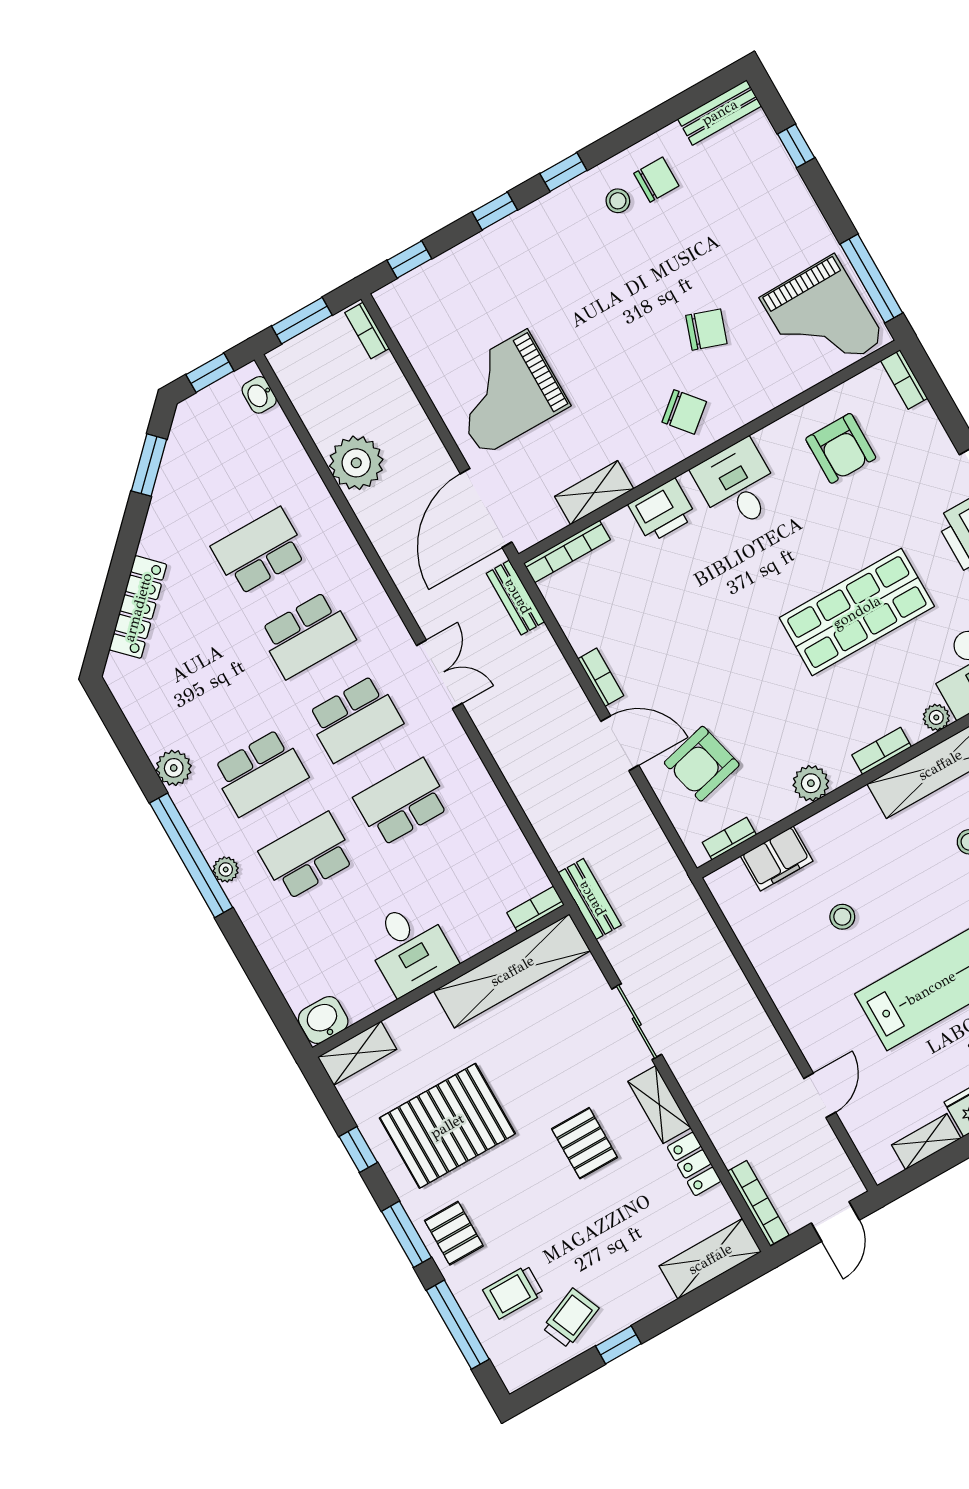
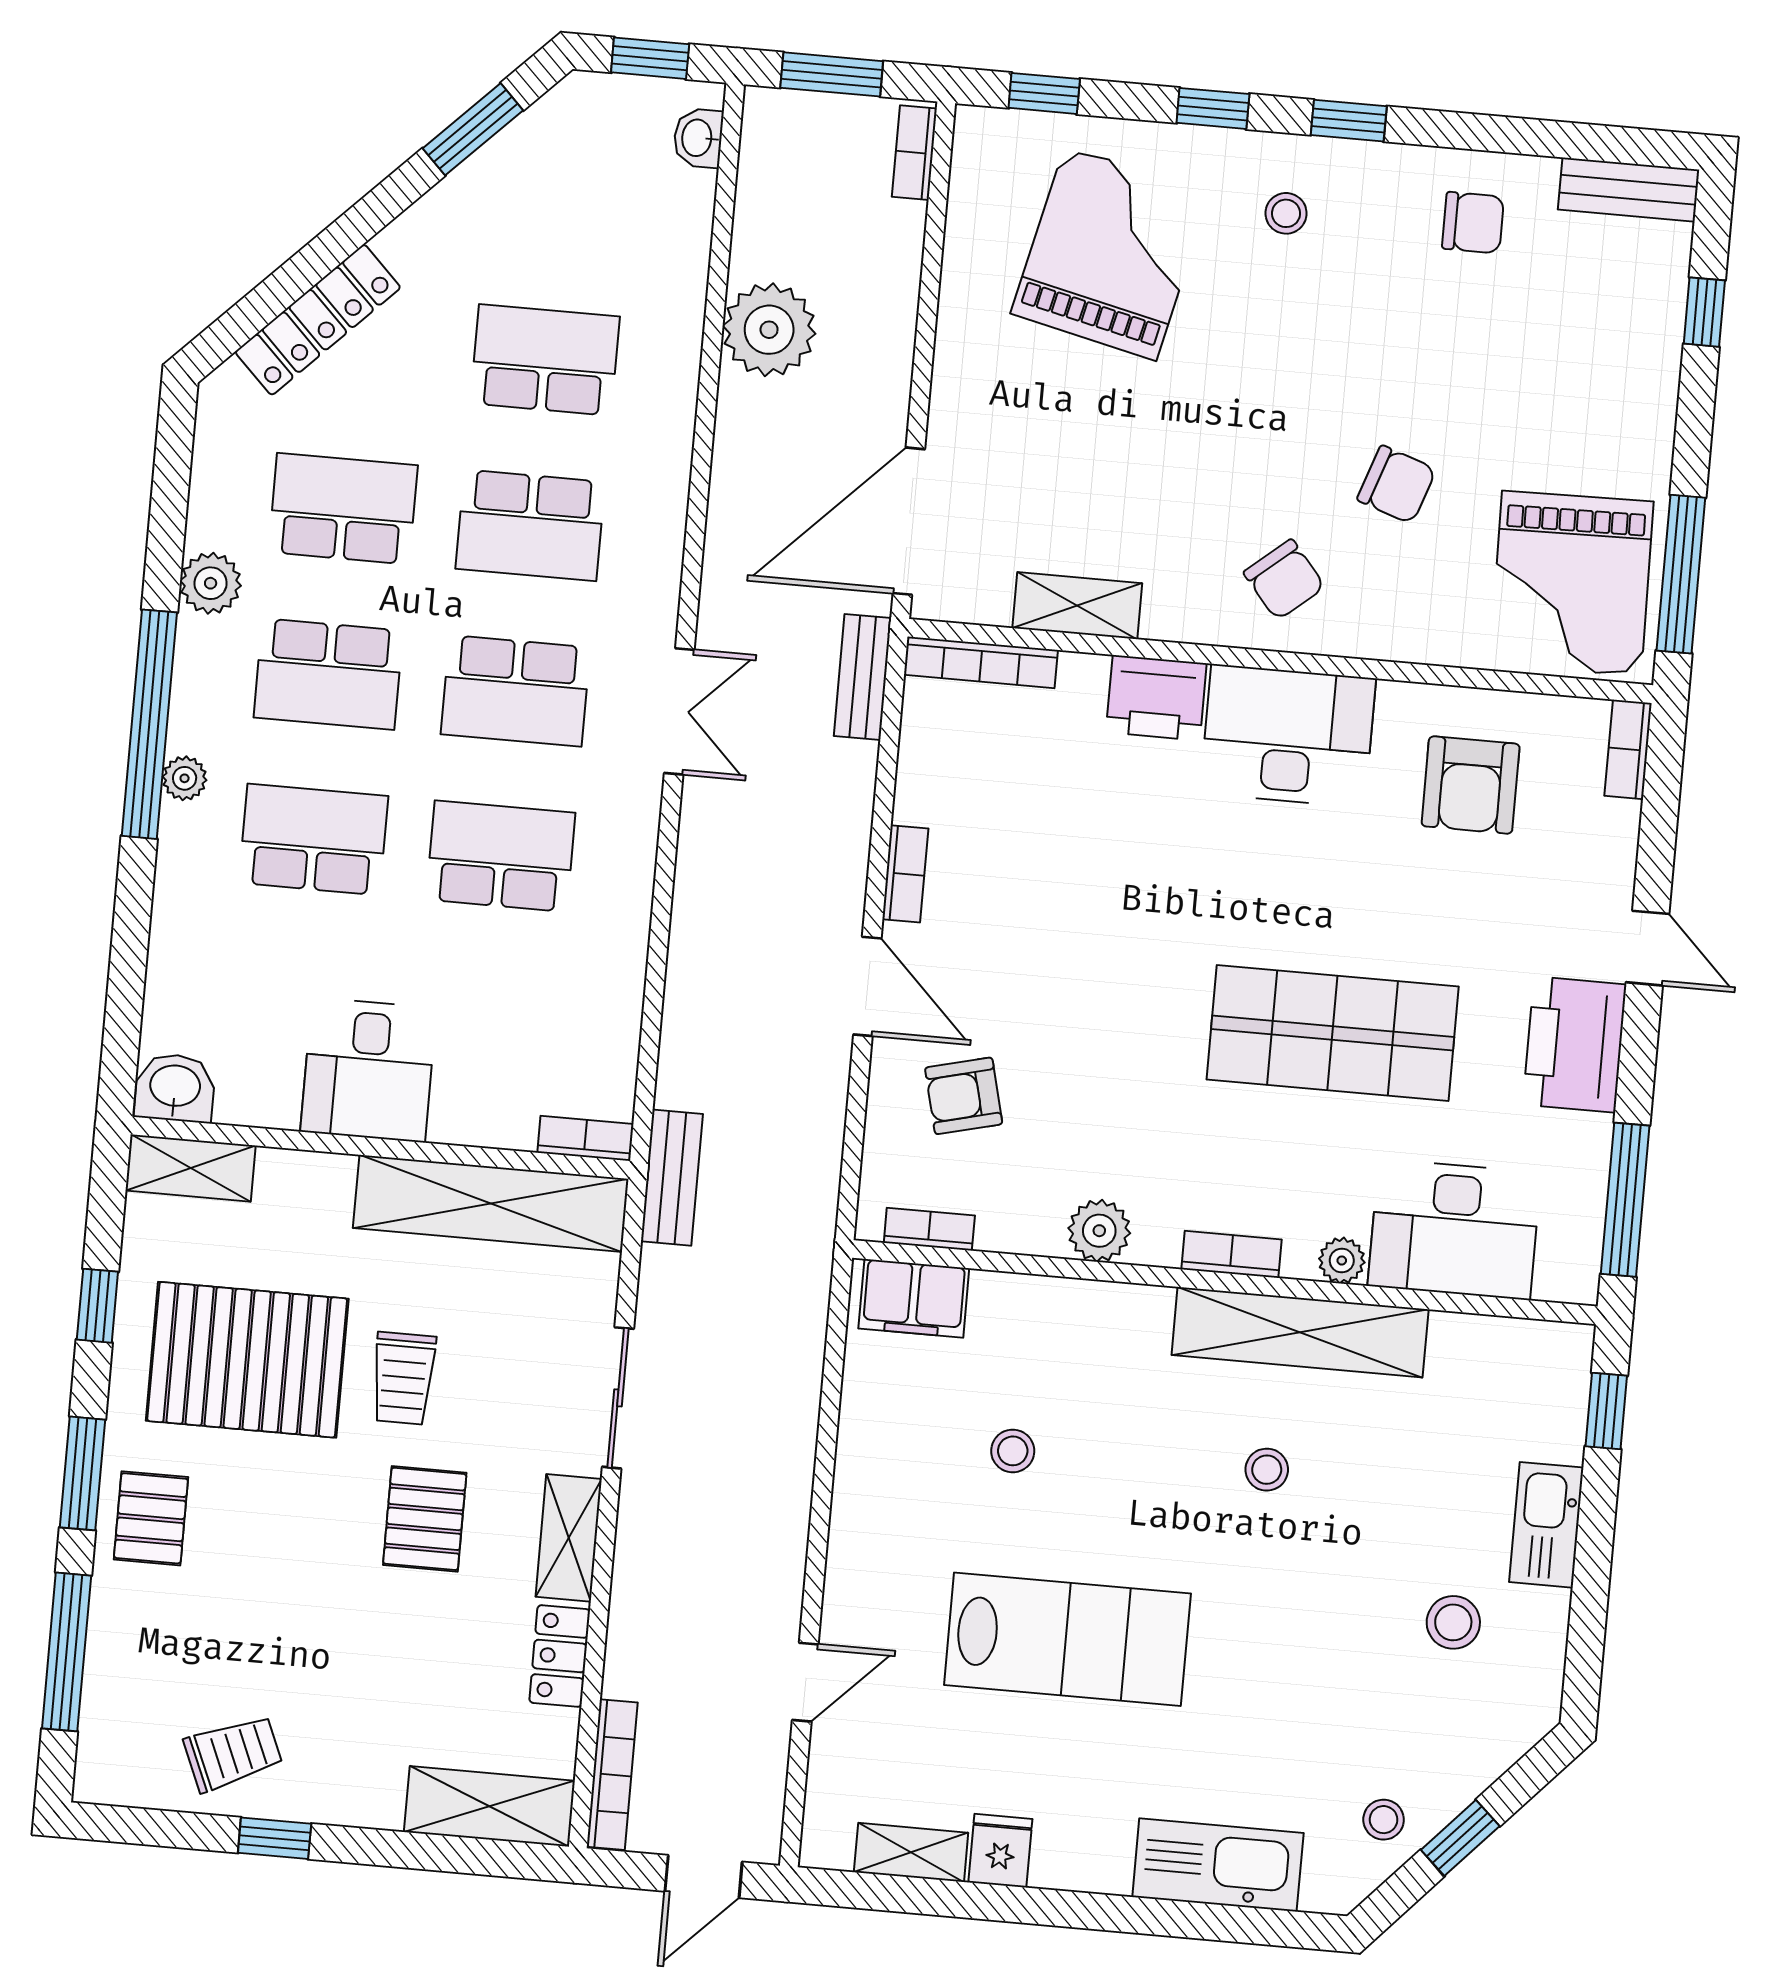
stool: (618, 201) -> (1286, 213), moved
grand piano: (505, 392) -> (1111, 253), moved, turned 103
desk: (737, 485) -> (1288, 736), width x1.37
school desk: (212, 689) -> (343, 509), added
armchair: (702, 764) -> (964, 1096), width x0.72, depth x0.72
filing cabinet: (777, 859) -> (914, 1298), moved
trolley: (513, 1292) -> (403, 1378), moved, turned -90

